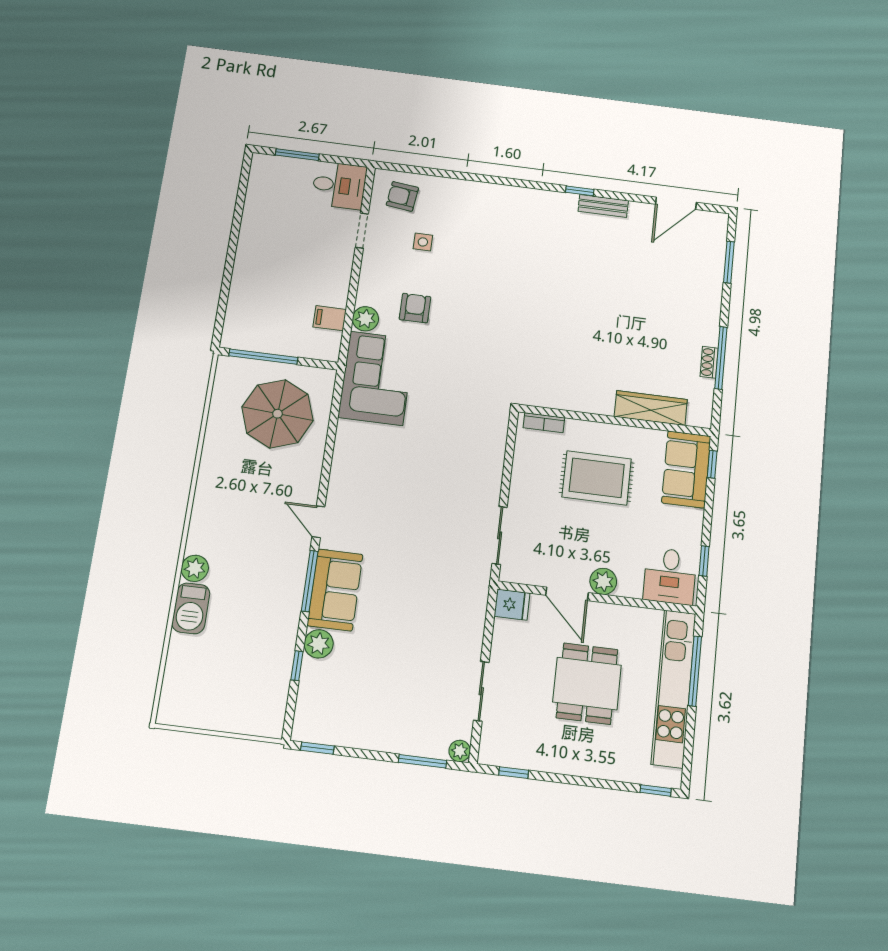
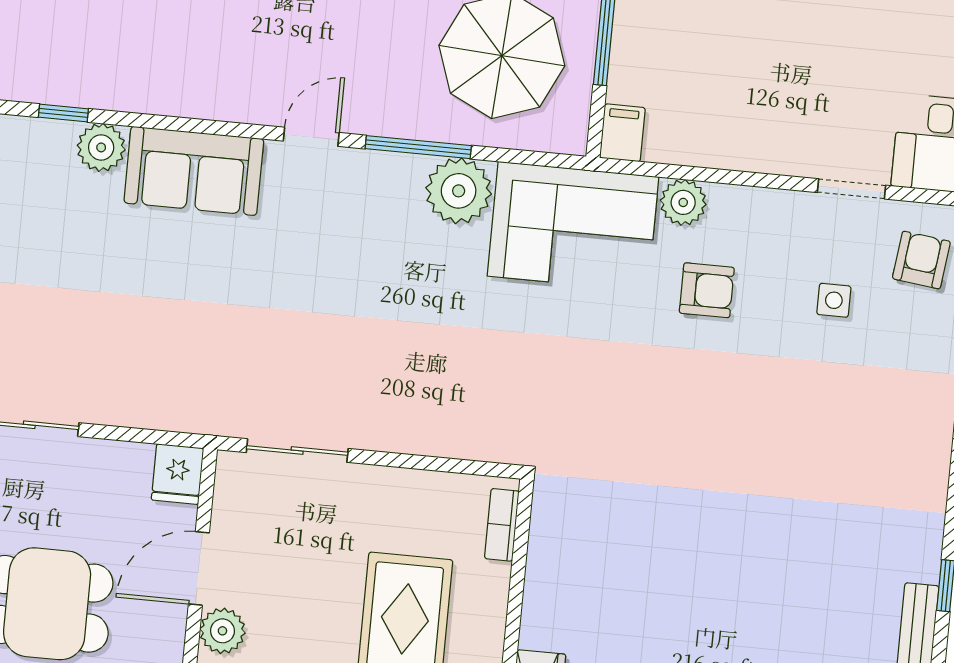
filing cabinet: (330, 318) -> (622, 133), moved
plant: (353, 440) -> (459, 191), added
window: (310, 581) -> (418, 147), moved

